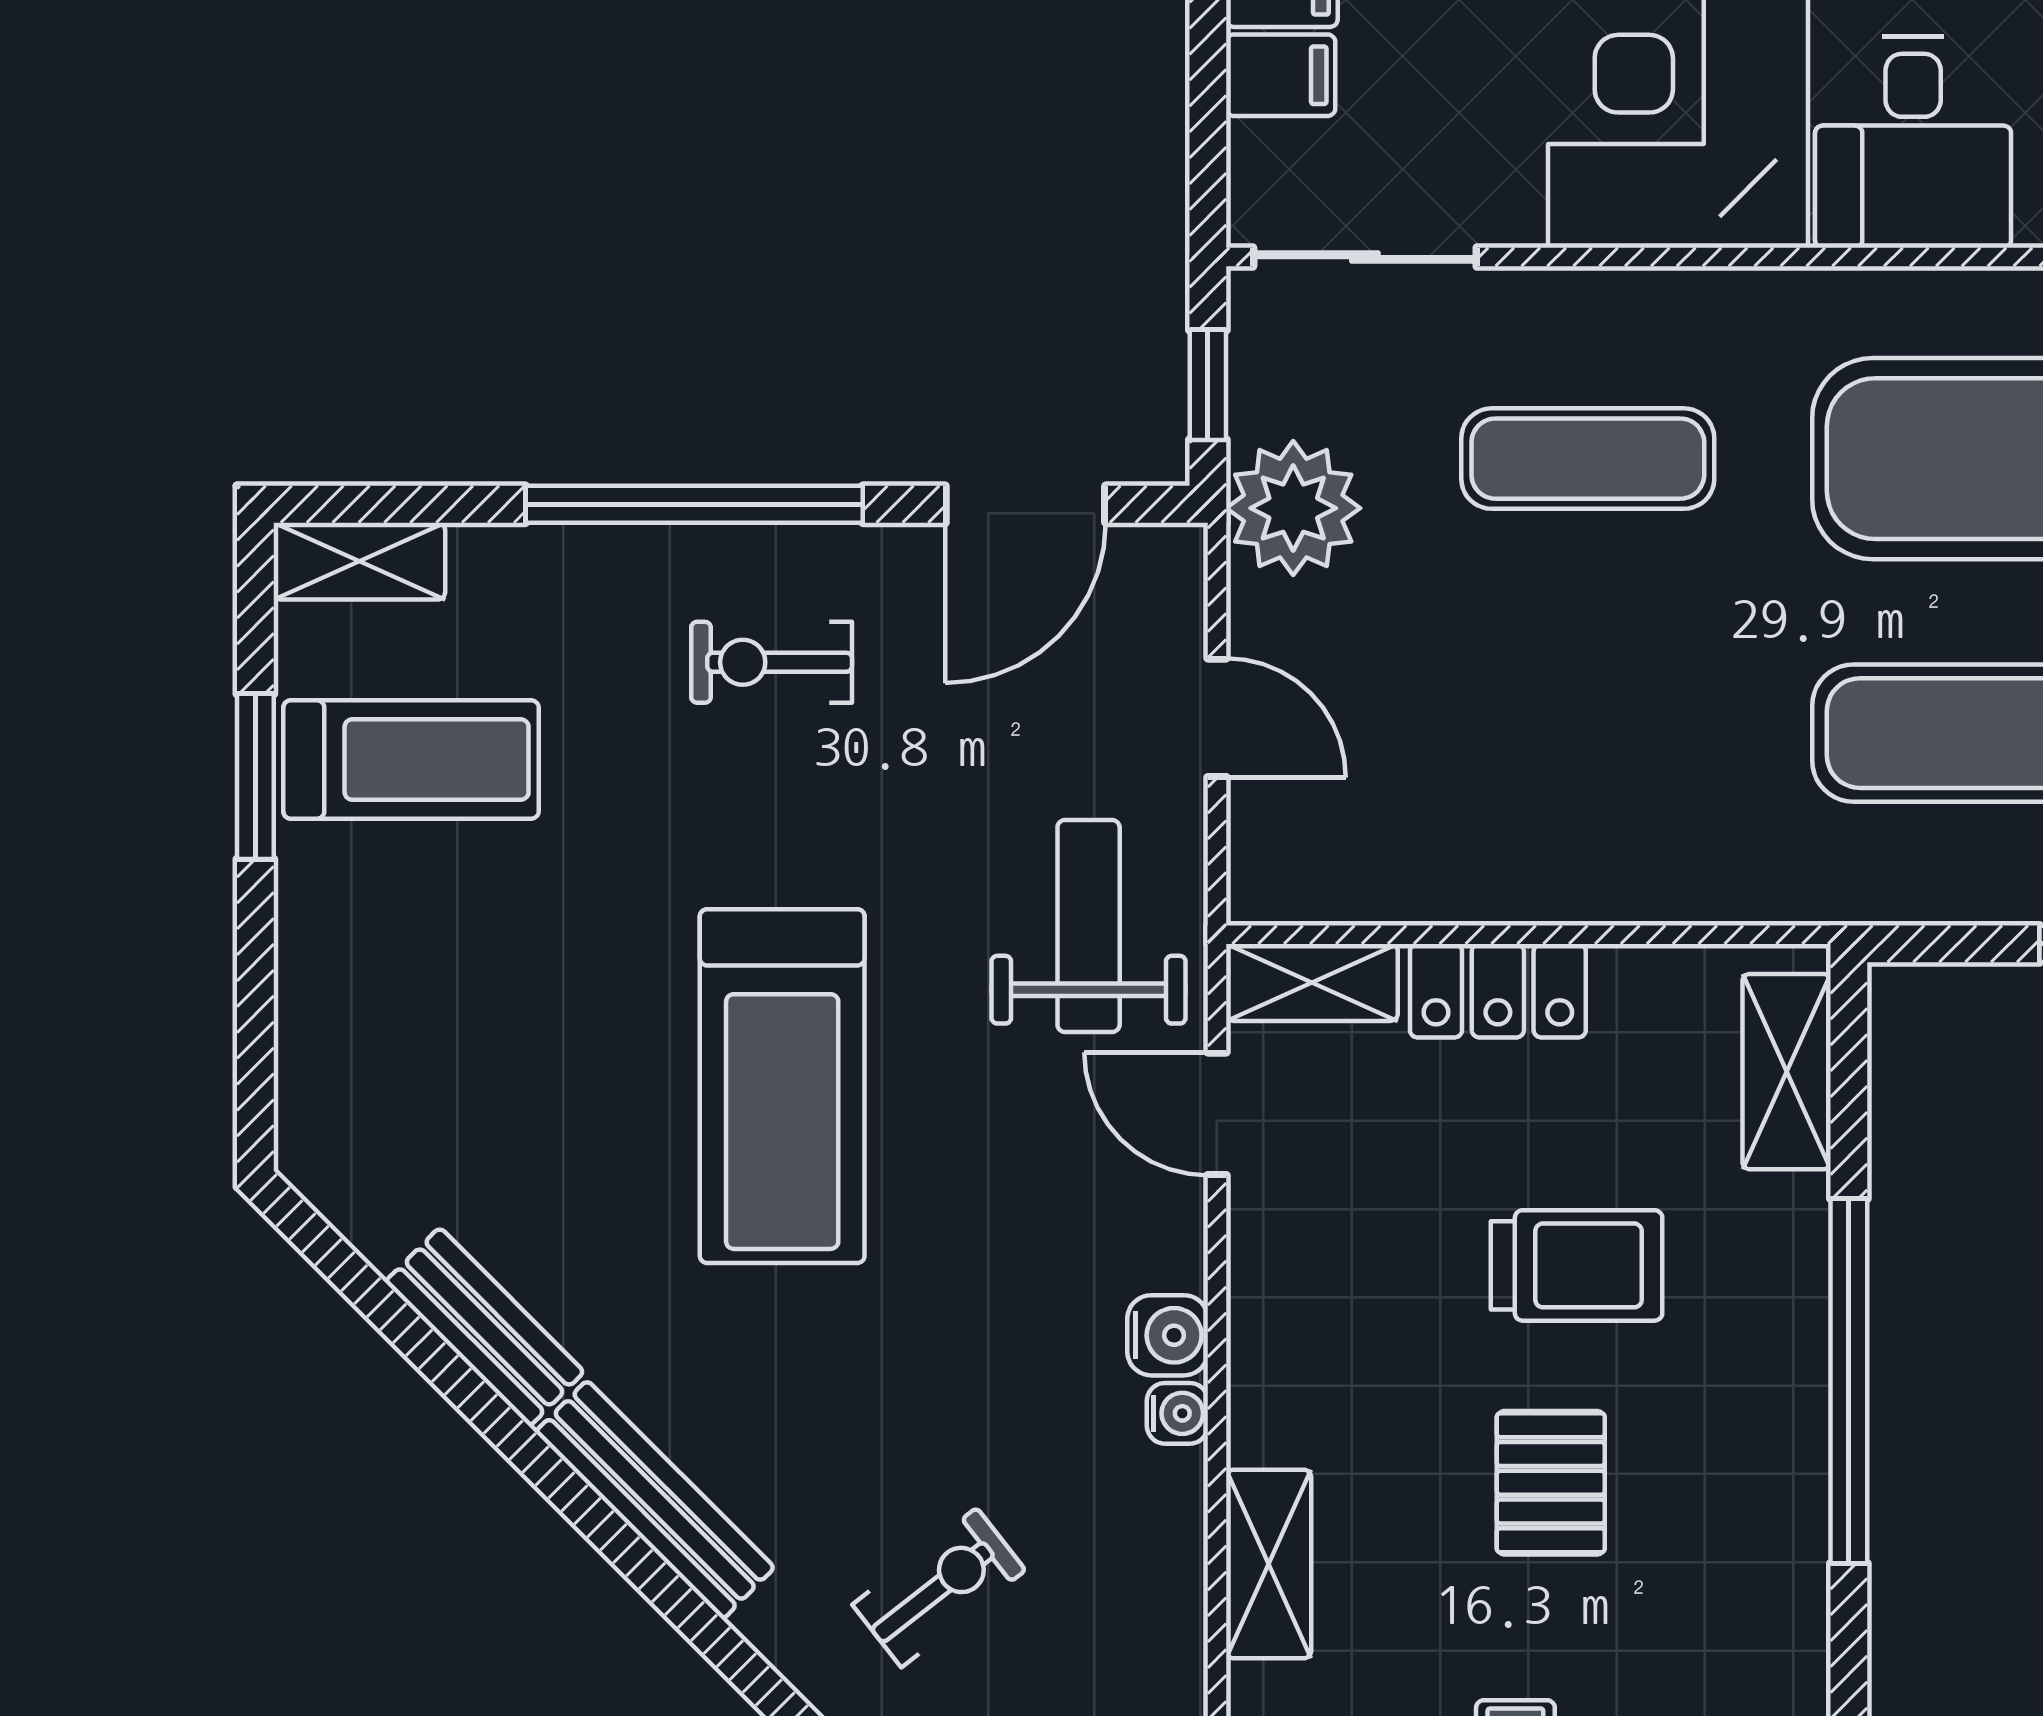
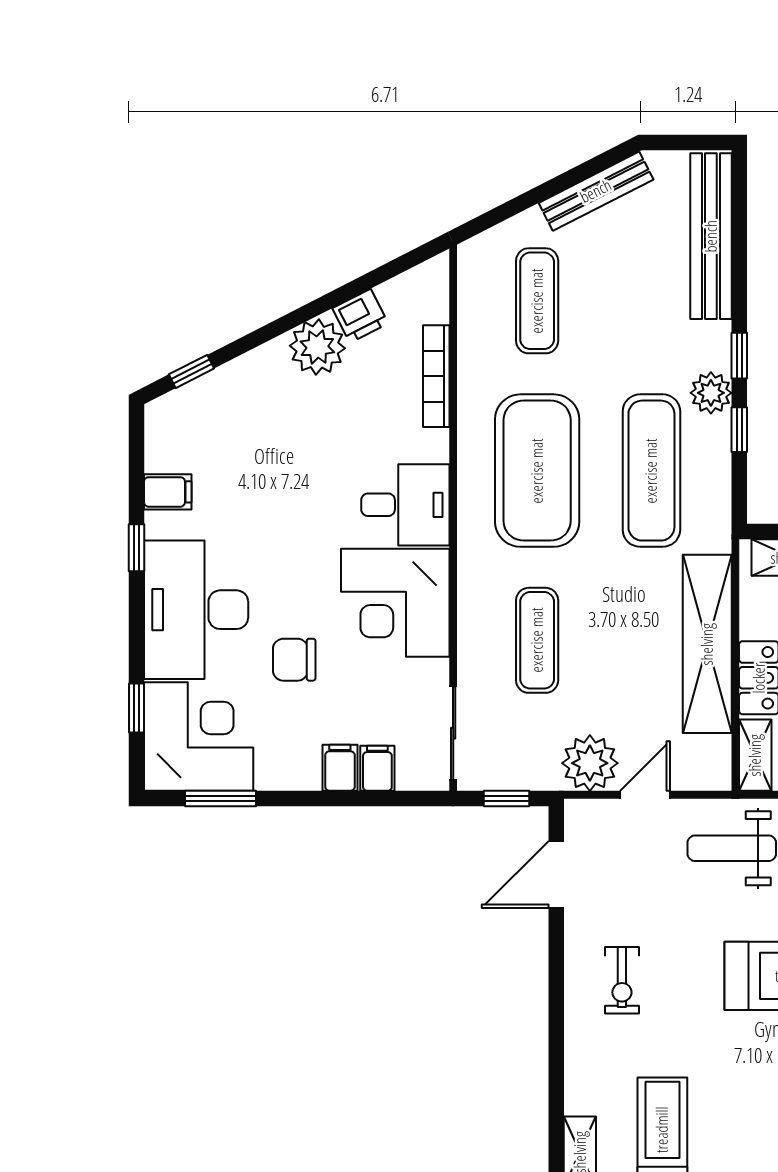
window: (694, 504) -> (556, 1013), removed
door: (1025, 504) -> (556, 875), swing flipped
plant: (1293, 508) -> (590, 763), moved
shelving: (1579, 867) -> (707, 644), added

